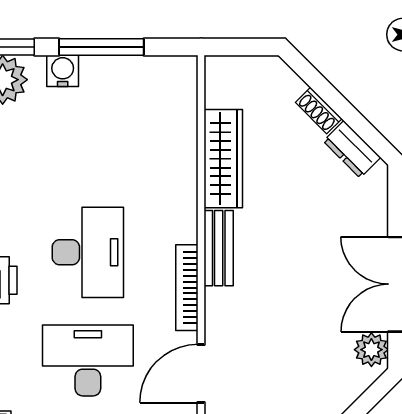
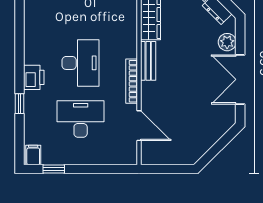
plant: (371, 350) -> (227, 42), moved
door: (201, 374) -> (139, 126), swing flipped

